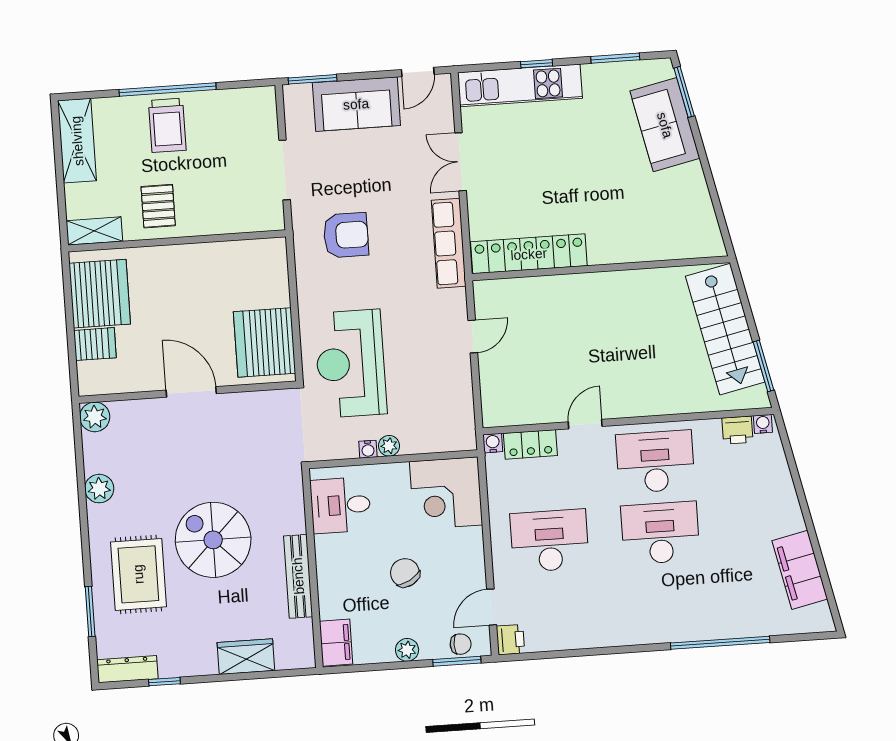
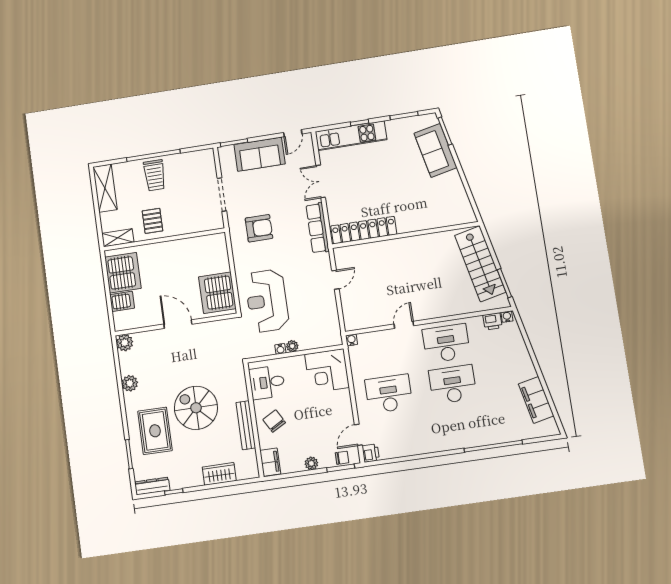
locker: (530, 444) -> (373, 339), removed
chair: (405, 573) -> (274, 421), moved

